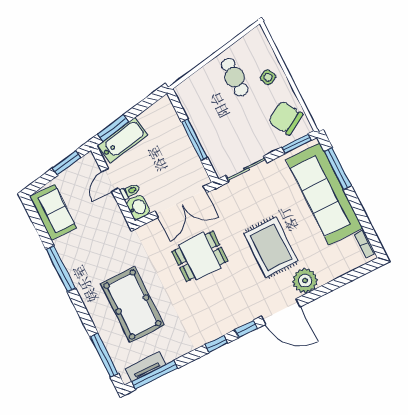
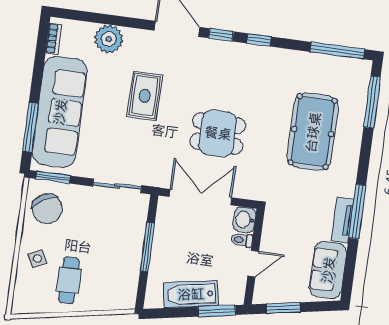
bathtub: (123, 140) -> (191, 294), moved
rug: (271, 247) -> (145, 96), width x0.73, depth x0.70
plant: (305, 281) -> (109, 39), moved
tv unit: (145, 367) -> (343, 220), moved, turned 90

